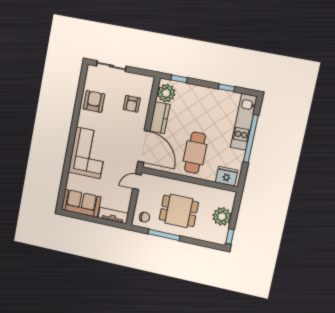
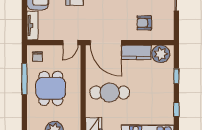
window: (179, 79) -> (176, 76), moved
door: (144, 146) -> (106, 43), hinge flipped
door: (137, 182) -> (70, 43), swing flipped

